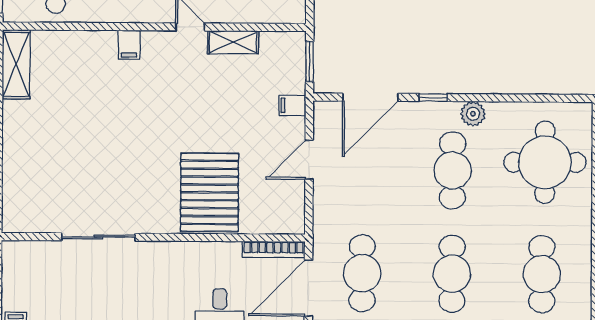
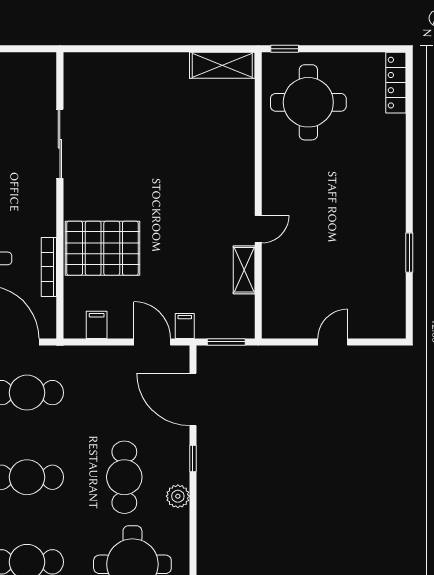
filing cabinet: (129, 45) -> (97, 325), moved, turned 90
door: (309, 160) -> (152, 342), moved
cafe table: (453, 170) -> (124, 477), turned 90
bookcase: (274, 249) -> (49, 267), moved

